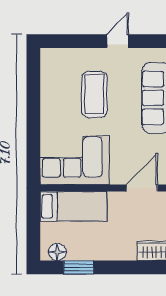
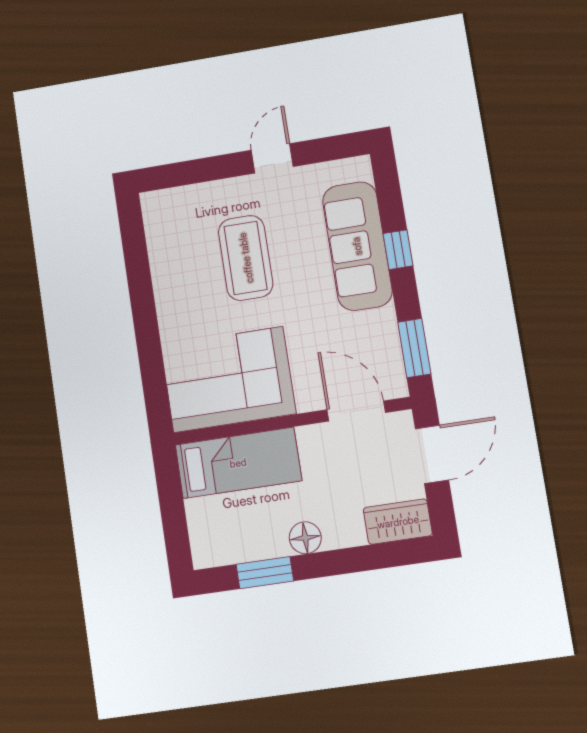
door: (142, 188) -> (356, 411), hinge flipped
floor lamp: (57, 252) -> (305, 538), moved

